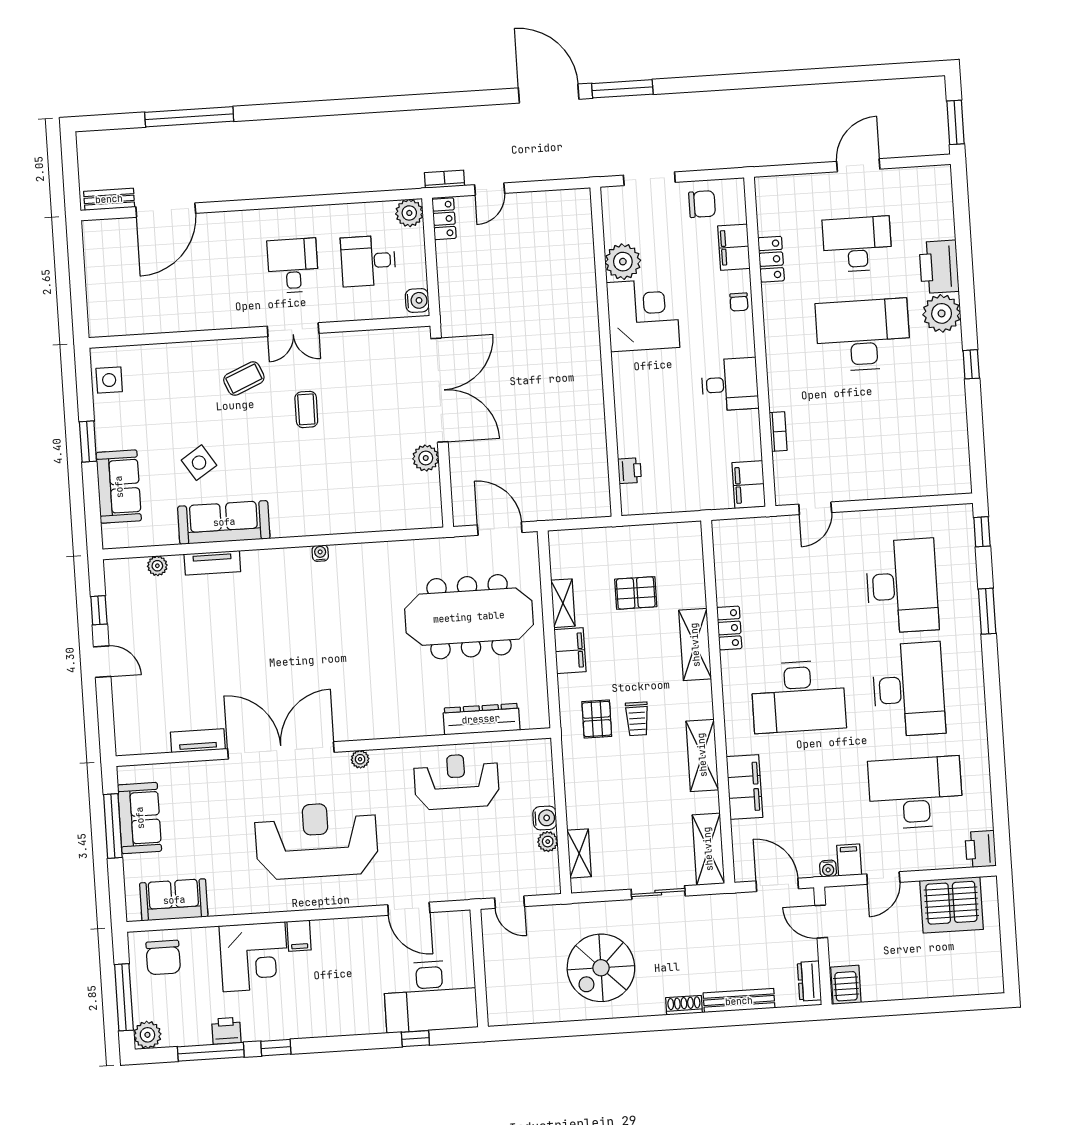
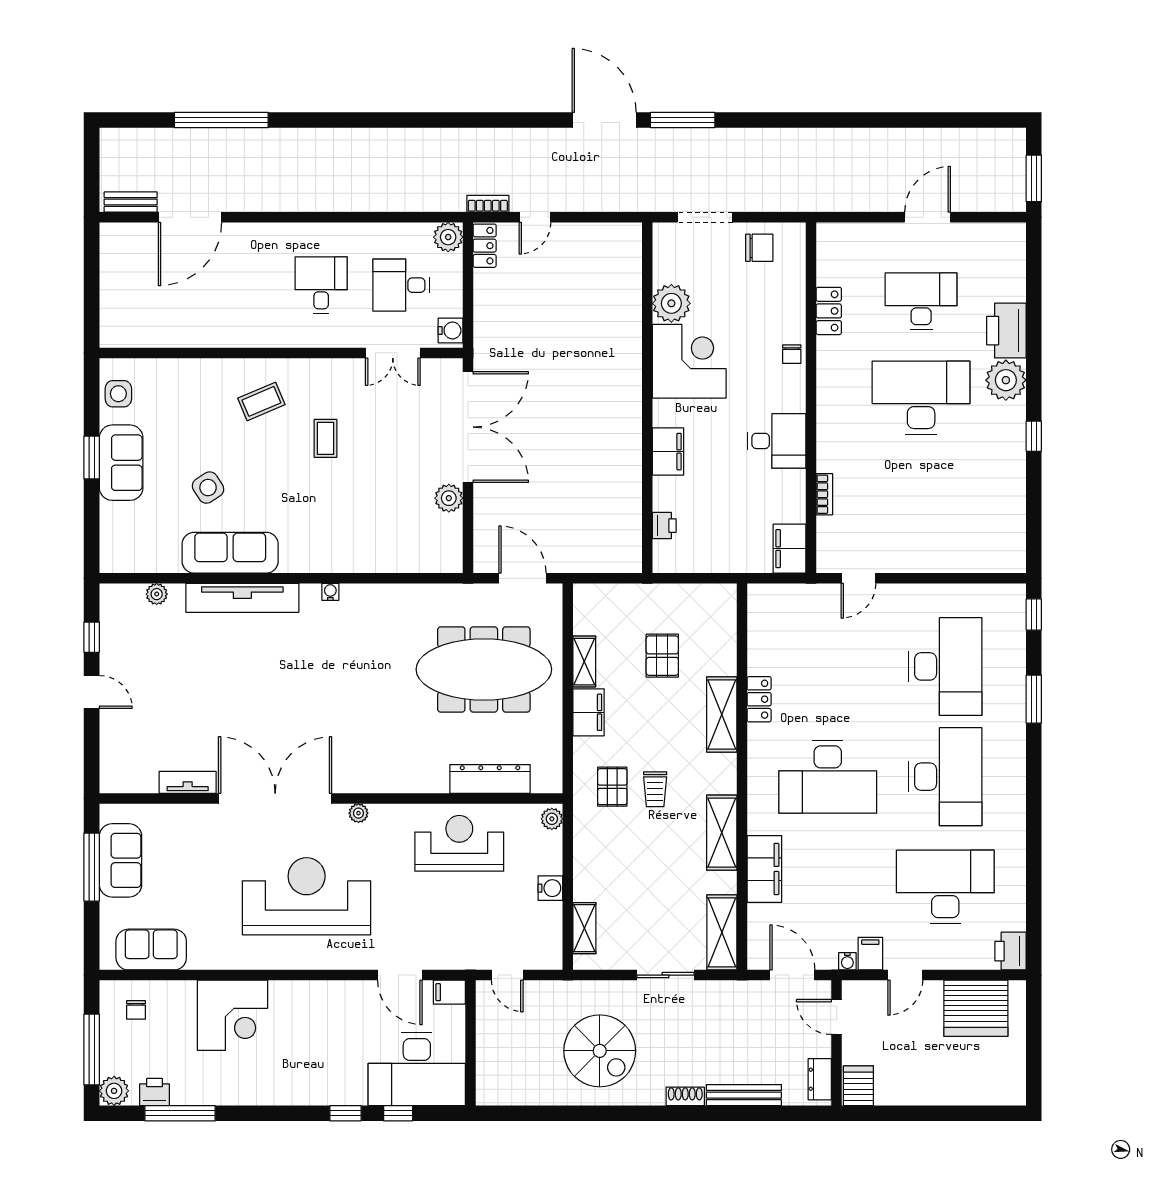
filing cabinet: (734, 247) -> (668, 452), moved, turned 180
double door: (293, 330) -> (393, 353), moved
sofa: (119, 487) -> (121, 463), moved
tv unit: (212, 563) -> (242, 598), width x1.92, depth x1.29
pallet: (636, 593) -> (662, 656), turned 90
plant: (548, 842) -> (552, 819), moved
filing cabinet: (299, 936) -> (449, 992), moved, turned 90
chair: (163, 957) -> (136, 1010), width x0.54, depth x0.54
spiral stairs: (601, 968) -> (600, 1051), turned -90
printer: (226, 1031) -> (154, 1092), moved
window: (276, 1048) -> (345, 1113), moved

